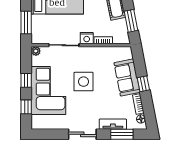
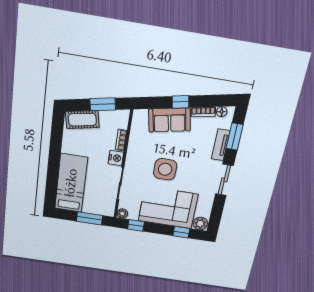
window: (26, 80) -> (136, 225), moved
plant: (38, 122) -> (200, 223), added

